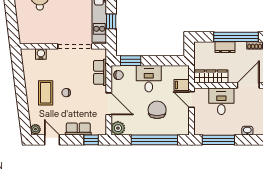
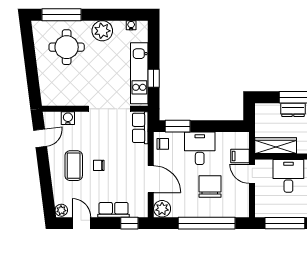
door: (18, 70) -> (40, 138), added
row of seats: (100, 72) -> (140, 128), moved

